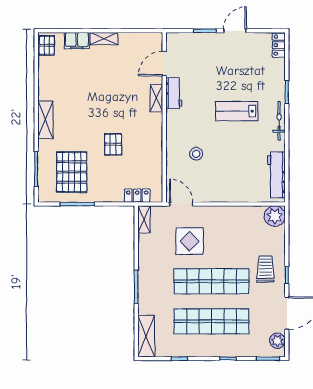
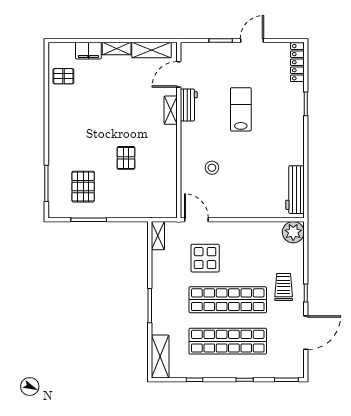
pallet: (47, 45) -> (63, 76), moved, turned 90
locker: (279, 45) -> (297, 62), width x1.53
lab bench: (237, 111) -> (241, 109), moved, turned 90
shelving: (45, 120) -> (151, 50), moved, turned 90
bicycle: (279, 121) -> (298, 134), removed
pallet: (72, 172) -> (83, 187), width x0.73, depth x0.71
locker: (137, 196) -> (151, 211), removed
plant: (277, 341) -> (296, 361), removed

